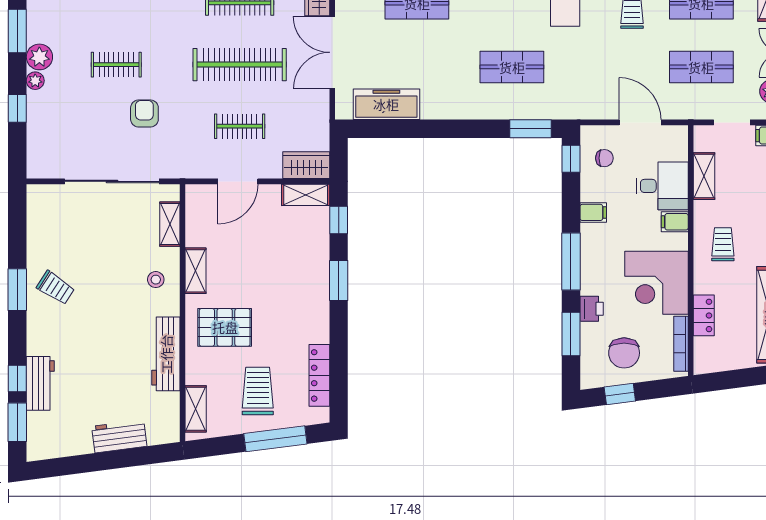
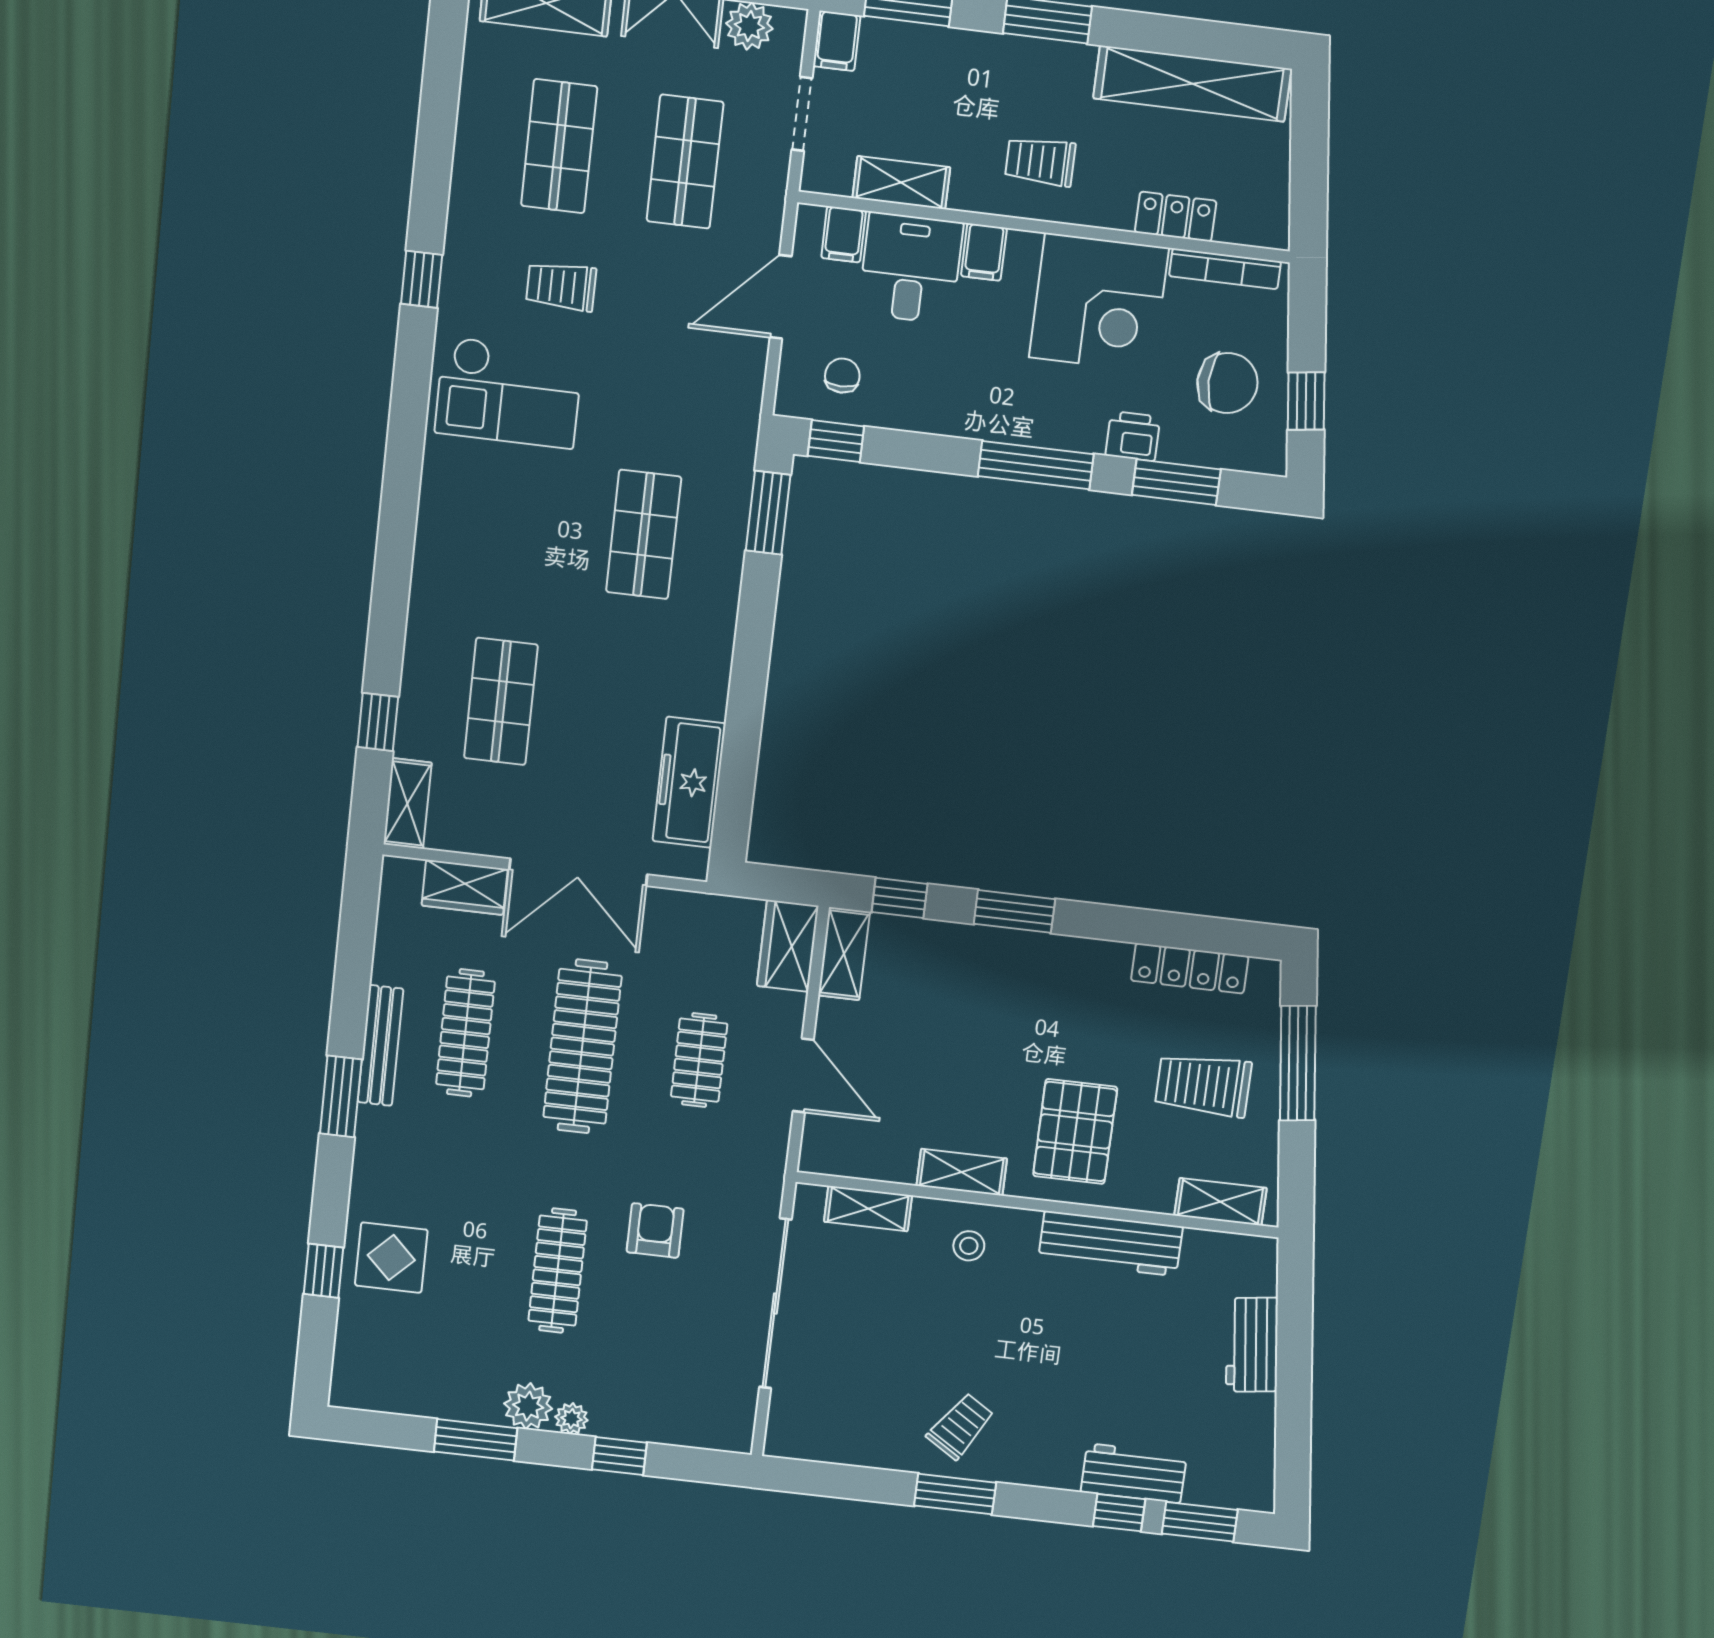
clothes rail: (116, 65) -> (558, 1271), width x1.36
armchair: (144, 114) -> (655, 1230), turned 90
filing cabinet: (593, 212) -> (844, 234), moved, turned 180

